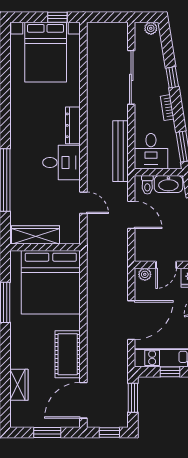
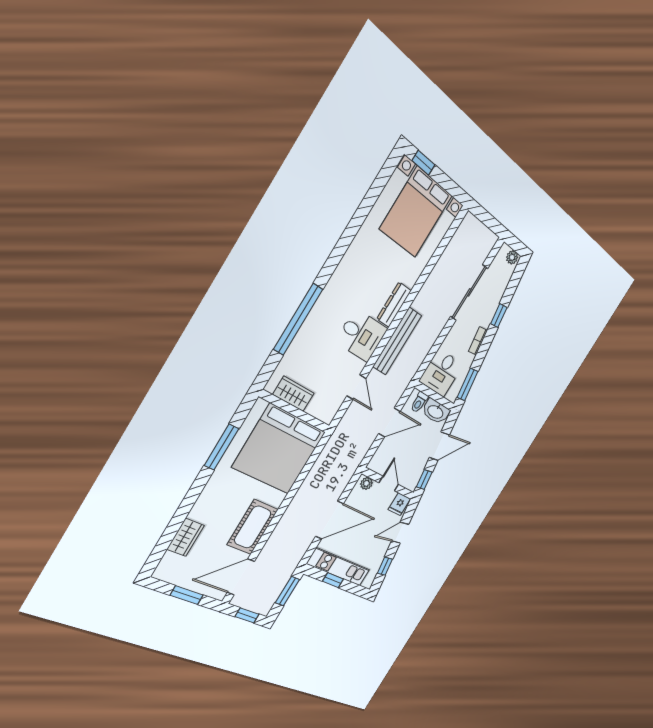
window: (57, 17) -> (423, 163), moved
bench: (120, 151) -> (397, 341), moved
door: (131, 215) -> (389, 422), hinge flipped
wardrobe: (36, 235) -> (294, 394), width x0.67
door: (166, 265) -> (389, 484), swing flipped

